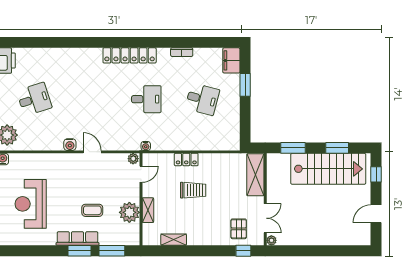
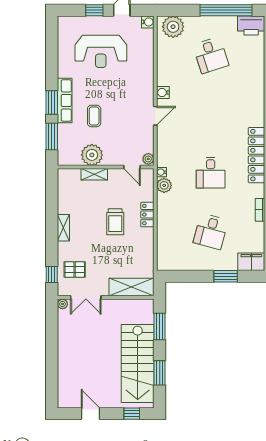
plant: (158, 143) -> (164, 185), added
reception desk: (31, 204) -> (101, 51), turned 180
shelving: (174, 240) -> (63, 228), moved

